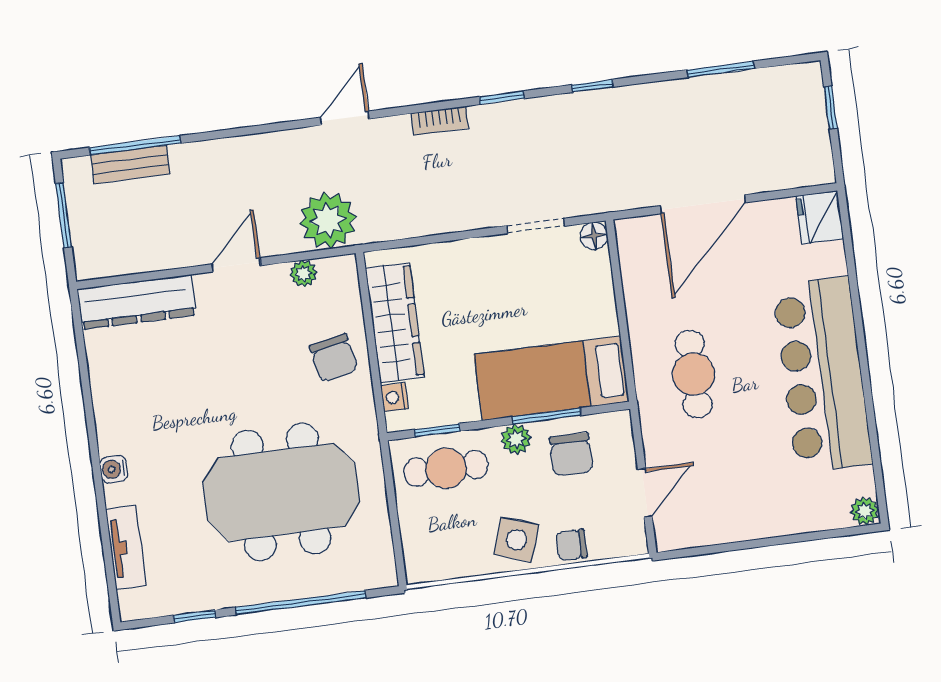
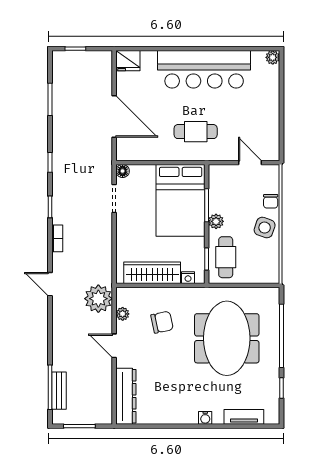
chair: (334, 358) -> (162, 322), moved
bed: (552, 378) -> (181, 200), width x1.50
chair: (571, 454) -> (227, 196), removed

